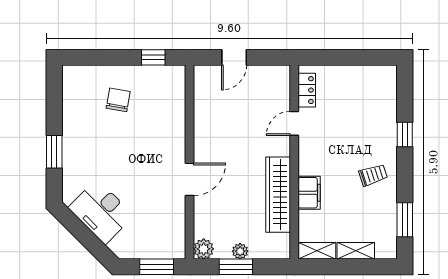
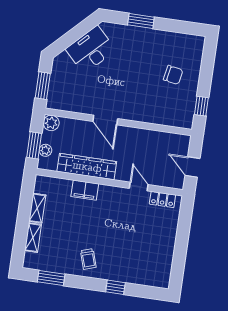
locker: (307, 90) -> (162, 200), moved
door: (294, 123) -> (139, 186), moved
wall: (294, 162) -> (109, 182), moved
filing cabinet: (309, 193) -> (85, 190), moved
wardrobe: (278, 195) -> (87, 167), moved

